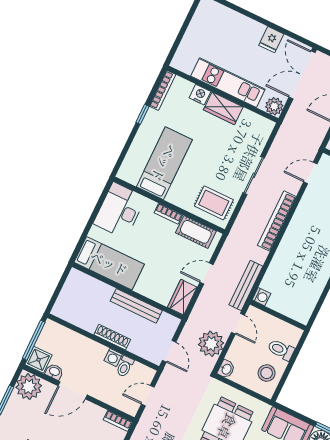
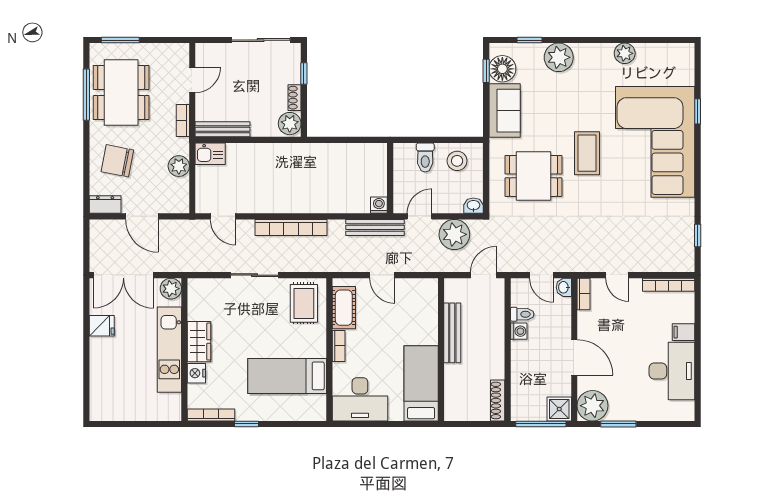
wardrobe: (182, 297) -> (420, 289), removed
shoe rack: (112, 337) -> (498, 400), moved
washbasin: (54, 372) -> (564, 287), moved

